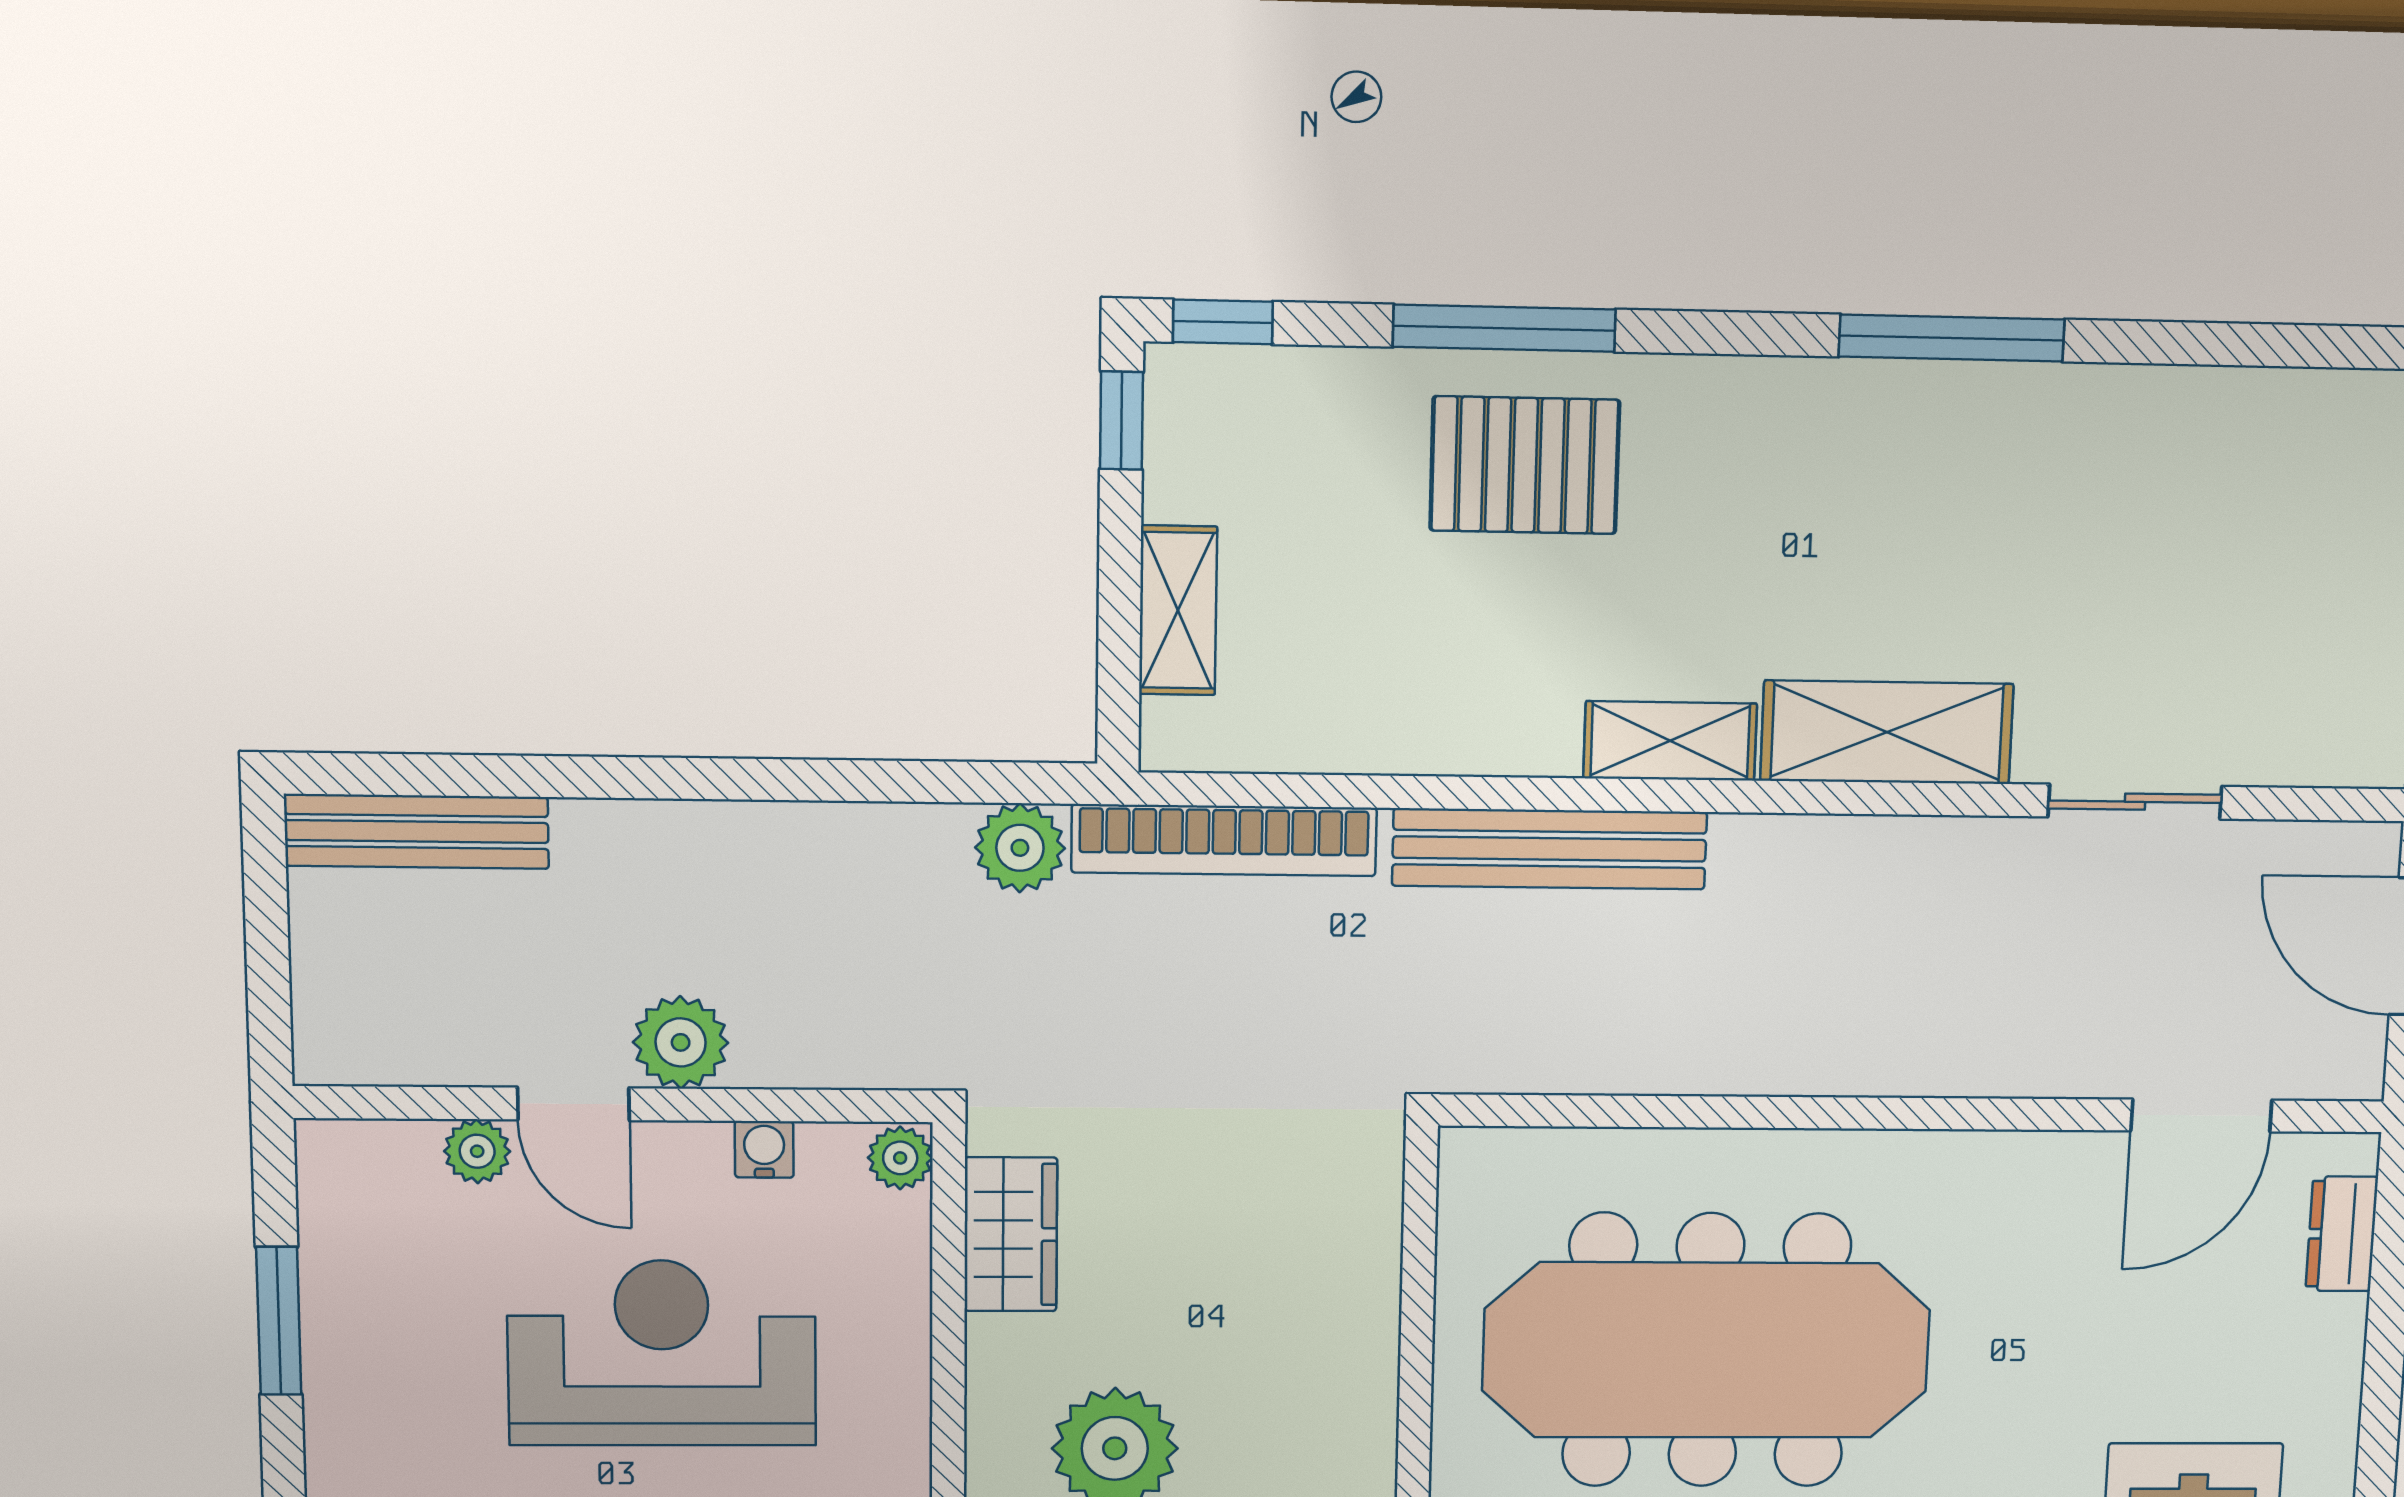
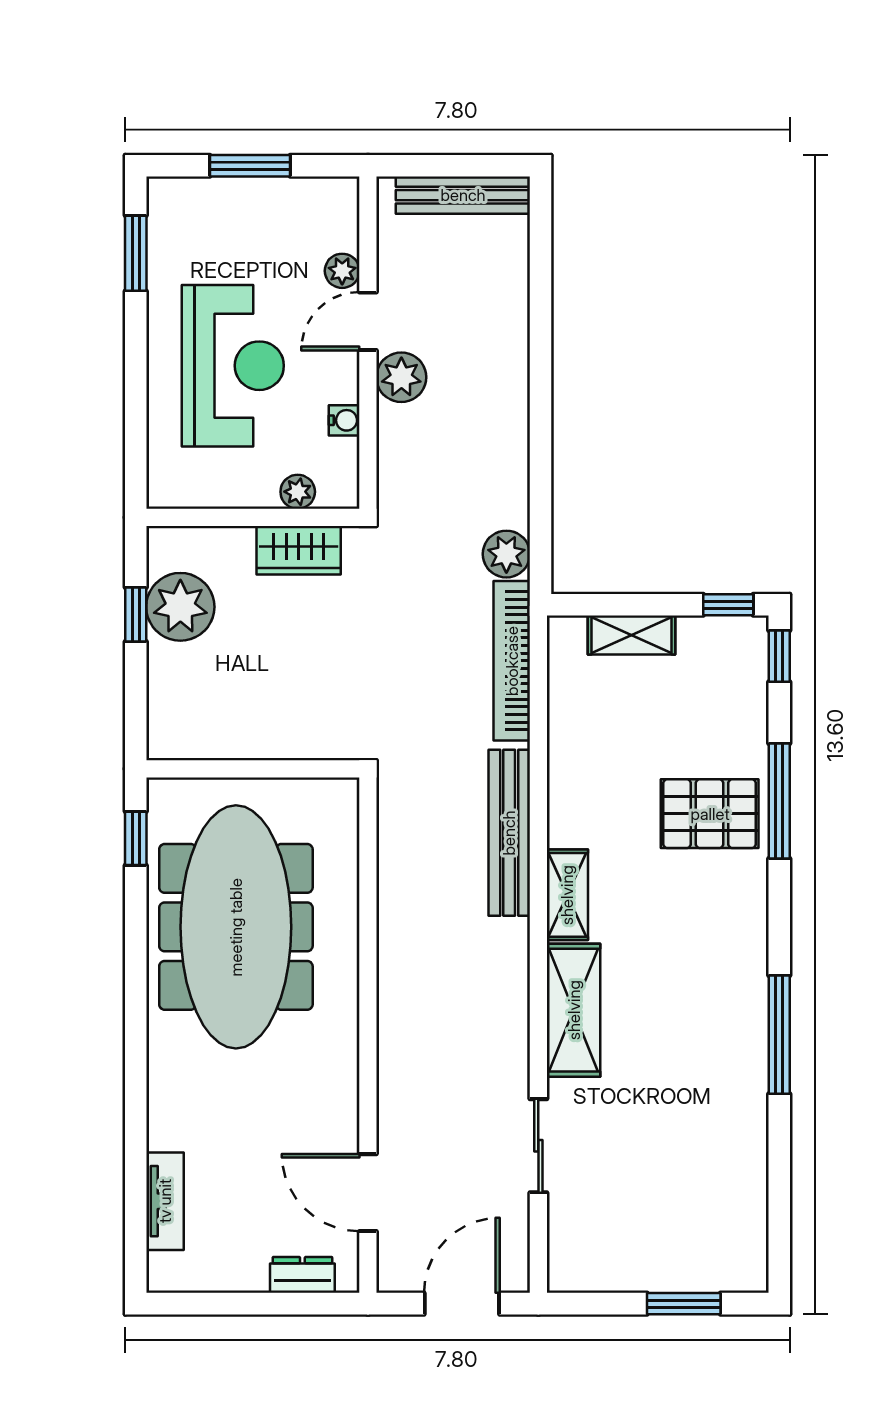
pallet: (1525, 465) -> (710, 814), turned 90
bench: (417, 831) -> (463, 195), moved, turned 90
plant: (900, 1158) -> (298, 492), moved

